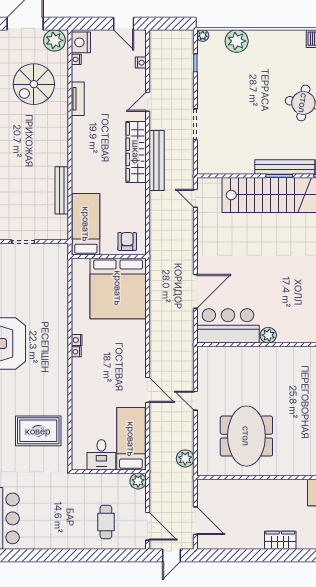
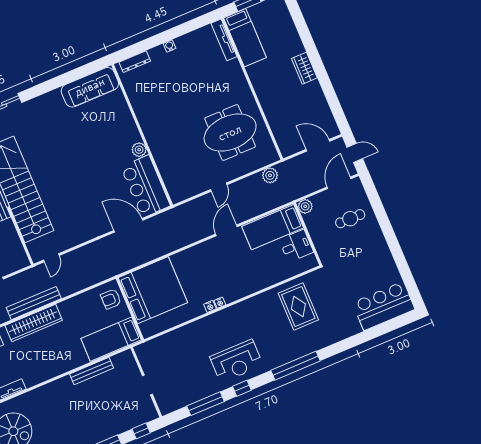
door: (195, 521) -> (318, 145), hinge flipped

